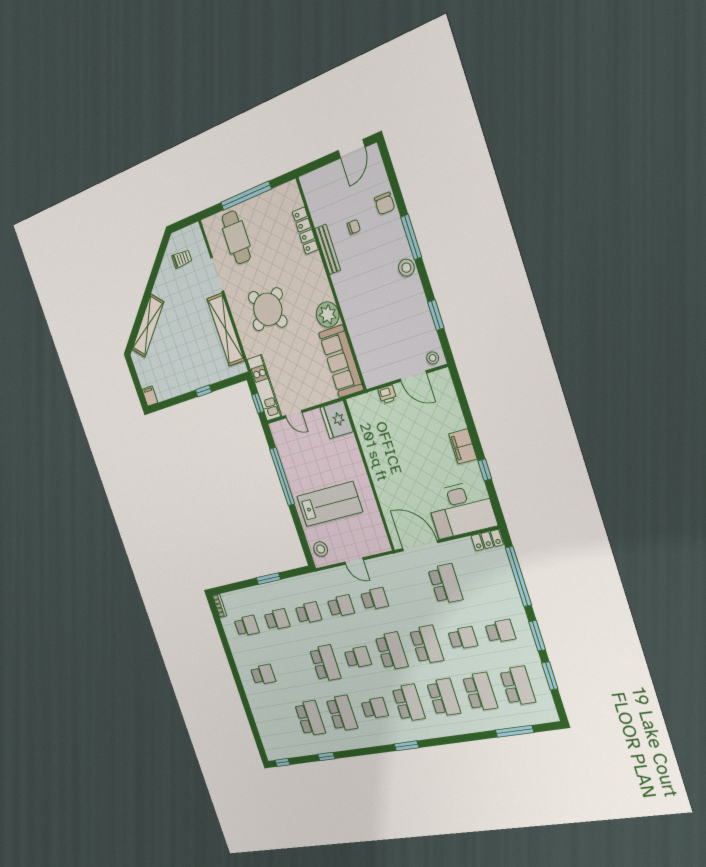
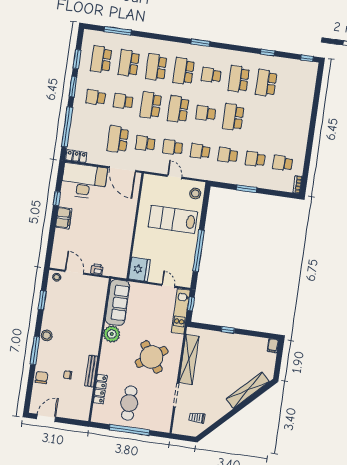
cafe table: (236, 237) -> (129, 403), moved
school desk: (263, 675) -> (145, 143), moved

